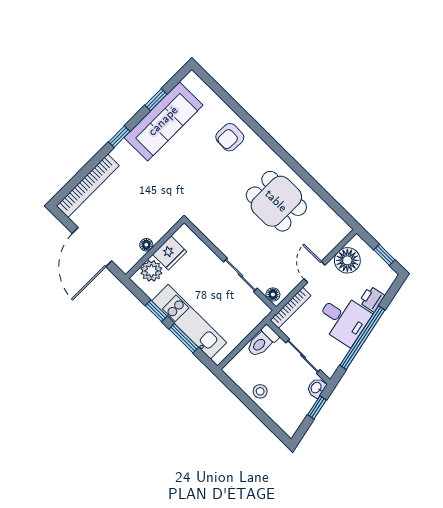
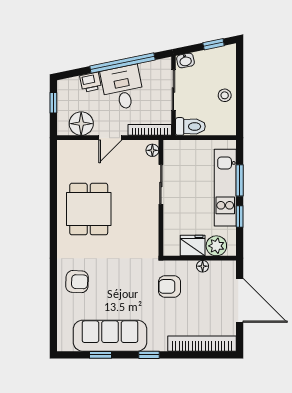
armchair: (156, 204) -> (169, 286), added
door: (92, 247) -> (240, 300), hinge flipped
window: (317, 407) -> (214, 44), moved

